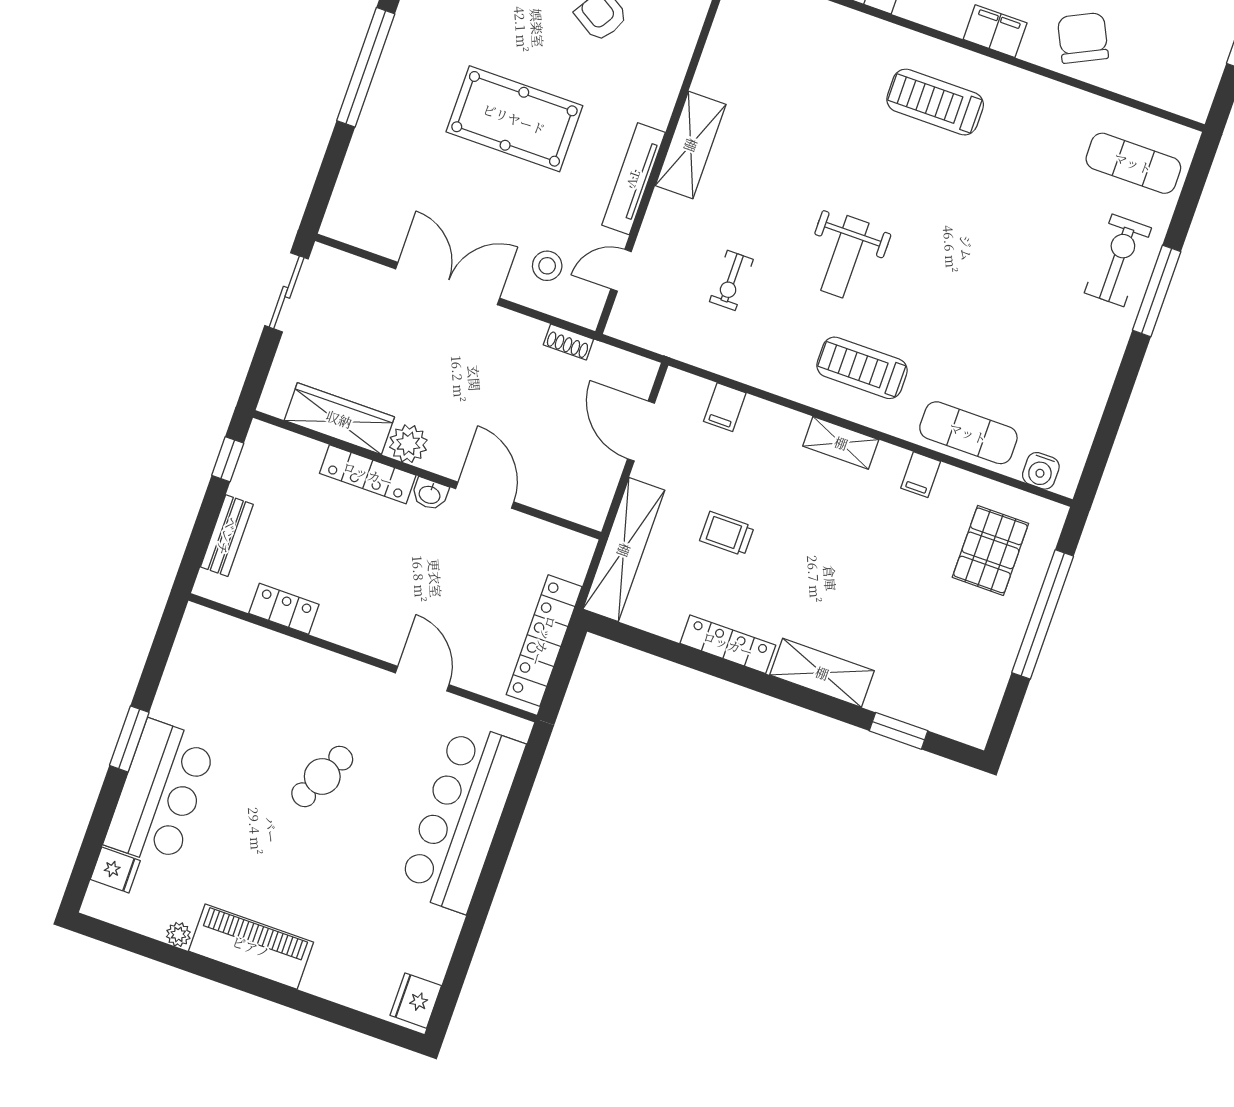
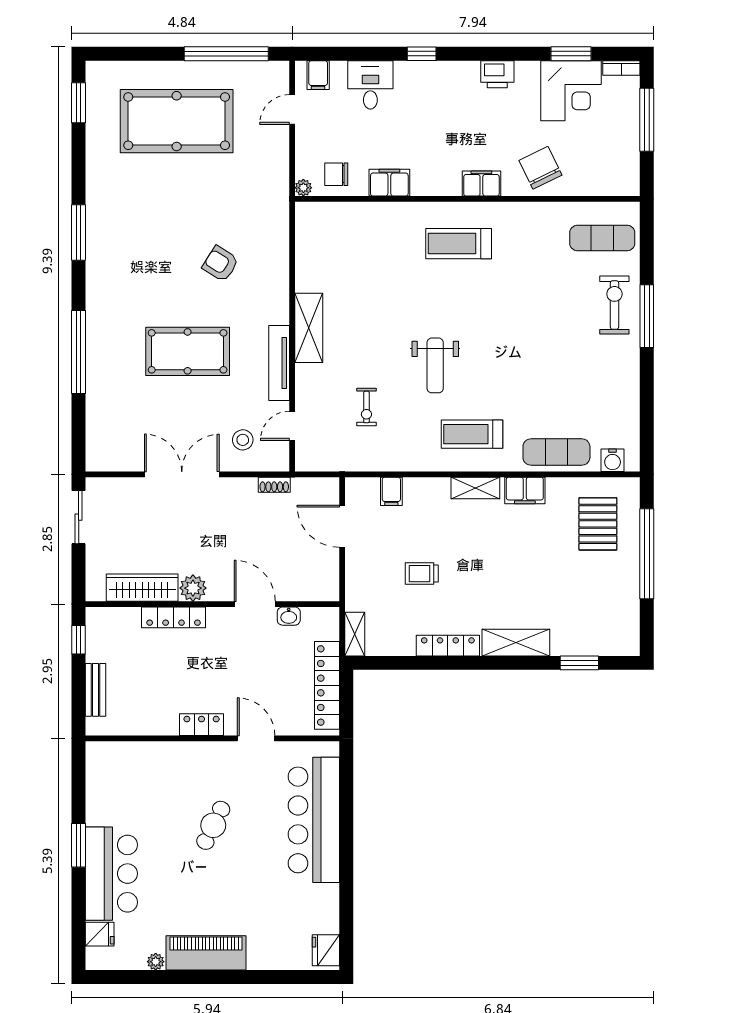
filing cabinet: (921, 475) -> (525, 490), width x2.00
washbasin: (430, 494) -> (289, 616), moved
shelving: (624, 550) -> (355, 634), width x0.45, depth x0.75
locker: (284, 609) -> (202, 725), moved

